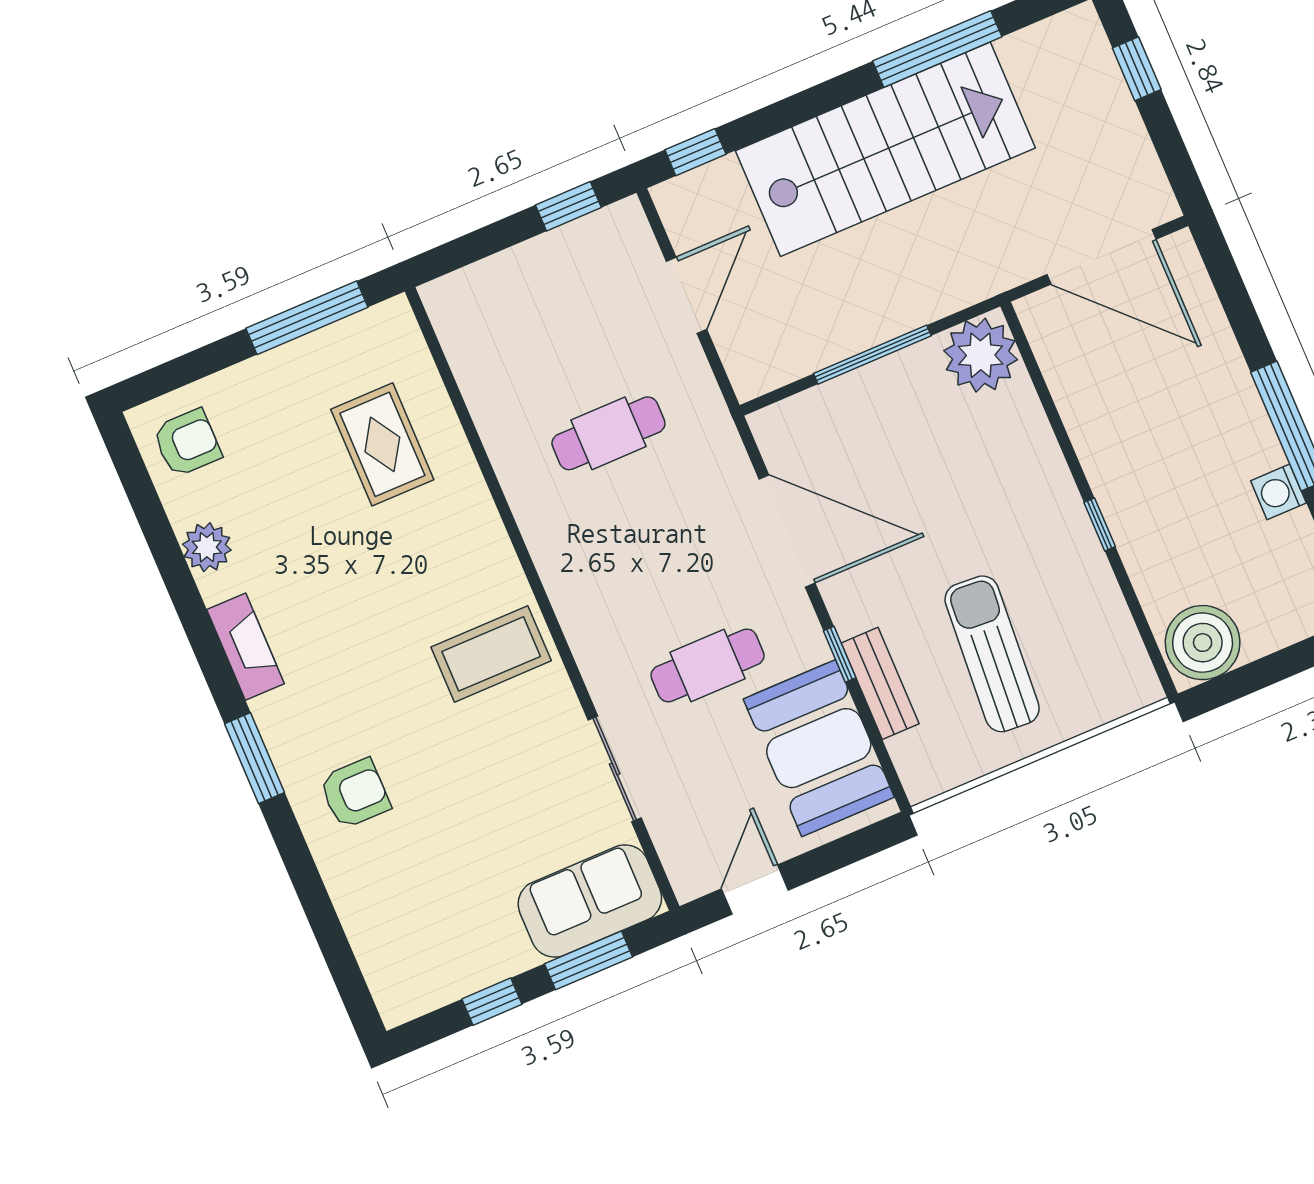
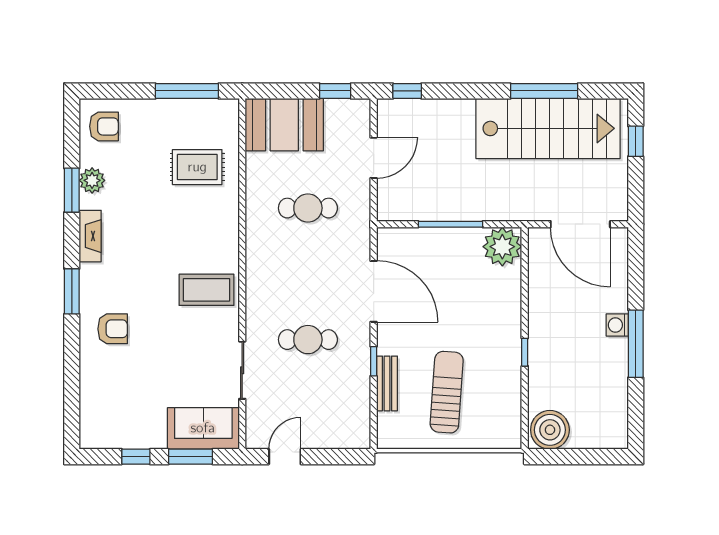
stairs: (885, 149) -> (548, 128), moved
rug: (382, 444) -> (197, 167), turned 90
washing machine: (1278, 492) -> (617, 325), moved
window: (178, 580) -> (72, 190), added
booth: (819, 748) -> (284, 125), moved, turned 90

